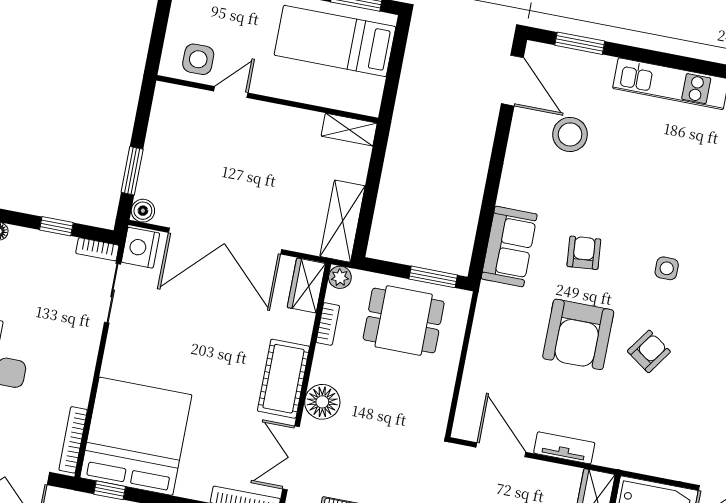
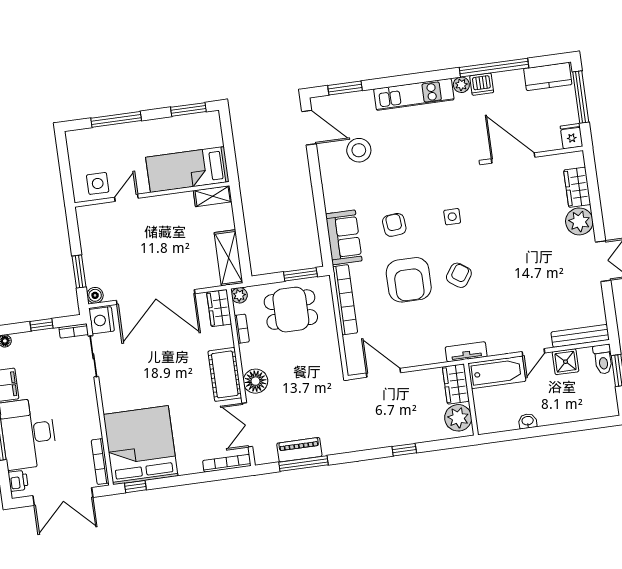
bed: (335, 41) -> (187, 170), moved
bookcase: (482, 332) -> (345, 300), added
tv unit: (564, 448) -> (466, 352), moved

